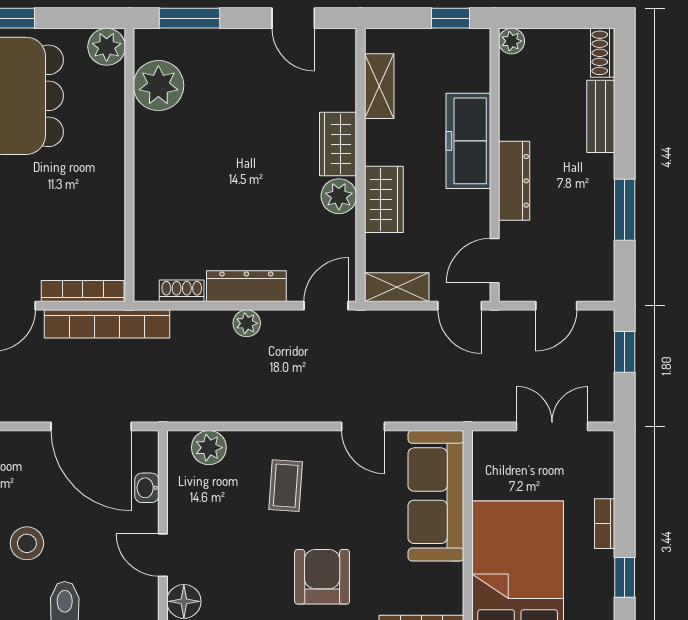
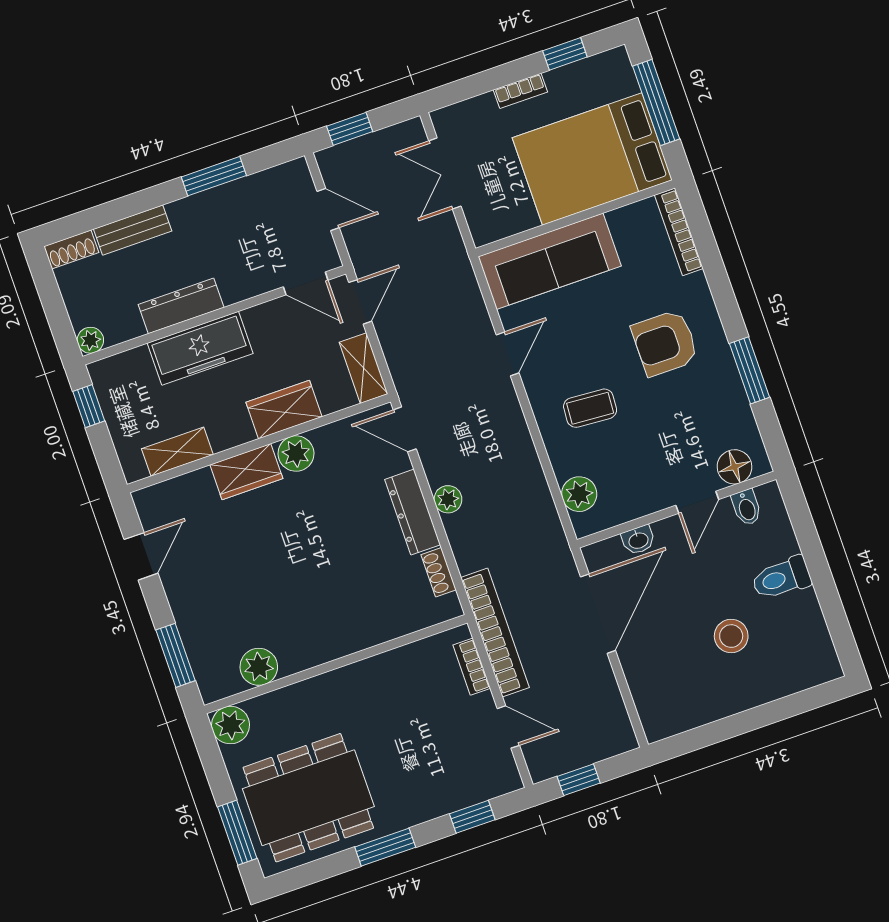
plant: (158, 85) -> (259, 667), width x0.73, depth x0.73
dresser: (514, 181) -> (181, 306), moved
bookcase: (83, 291) -> (472, 667), width x0.64
bidet: (142, 599) -> (746, 507), added

